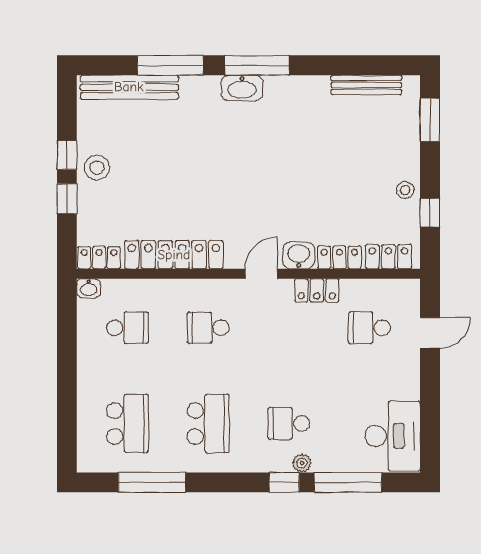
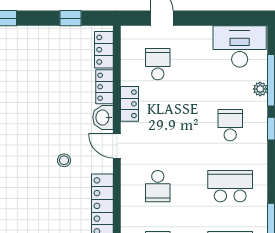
stool: (405, 190) -> (64, 160), moved
school desk: (369, 328) -> (158, 64), turned 180
school desk: (289, 423) -> (230, 125), turned 180
plant: (302, 463) -> (260, 89), moved

